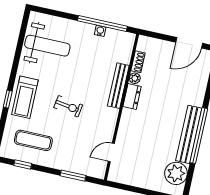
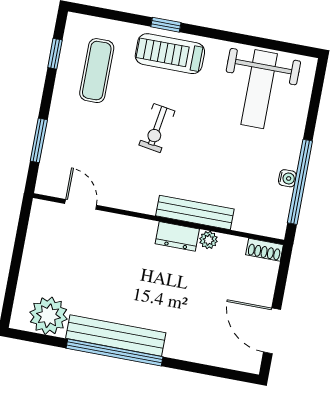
shoe rack: (138, 62) -> (264, 250), moved

